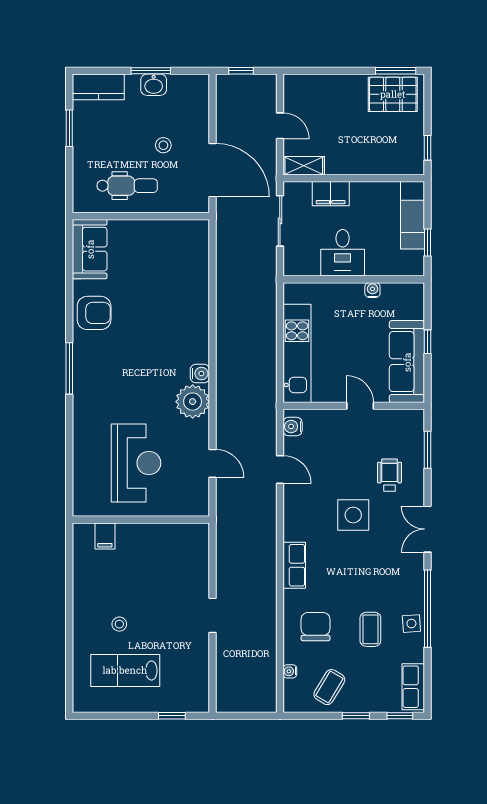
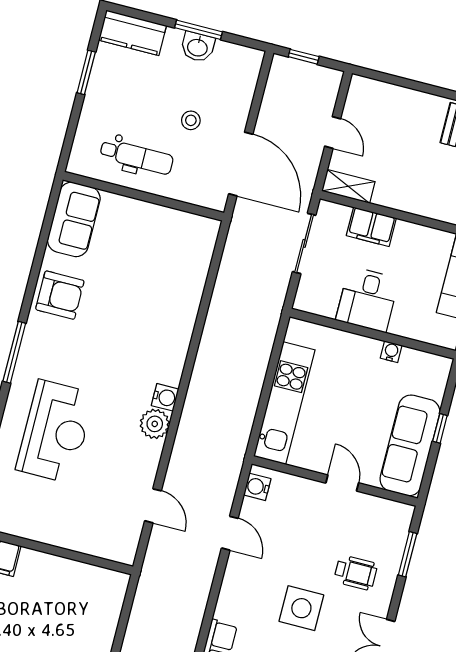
plant: (193, 402) -> (155, 424), width x0.73, depth x0.73
reception desk: (136, 463) -> (55, 432), moved
wheelchair: (389, 475) -> (356, 573), turned 90

